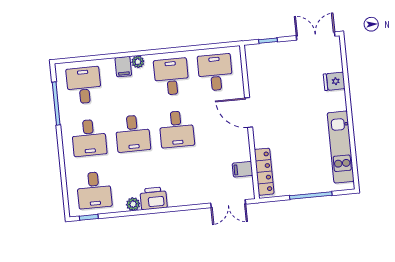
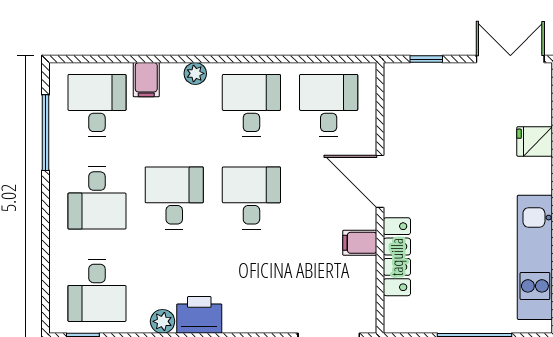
filing cabinet: (123, 67) -> (146, 80), moved
desk: (177, 129) -> (251, 198), turned 180
desk: (133, 133) -> (174, 198), turned 180
filing cabinet: (243, 169) -> (360, 243), moved
locker: (264, 172) -> (397, 257), moved

